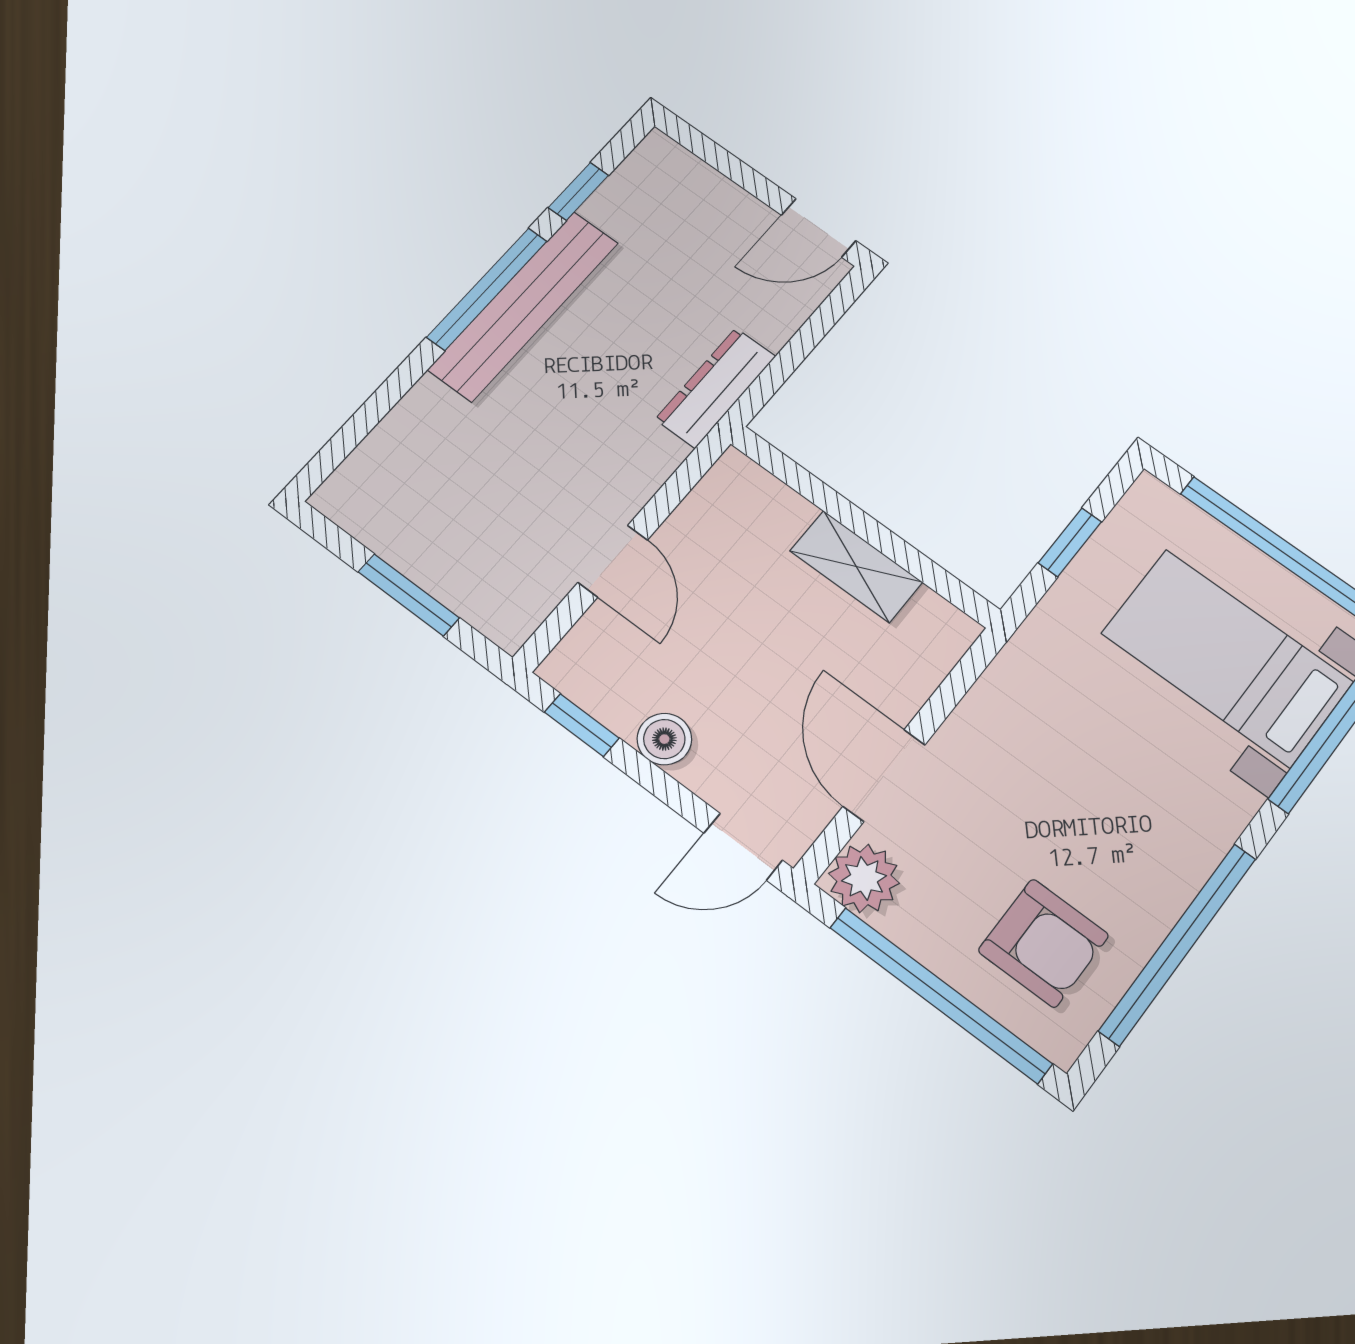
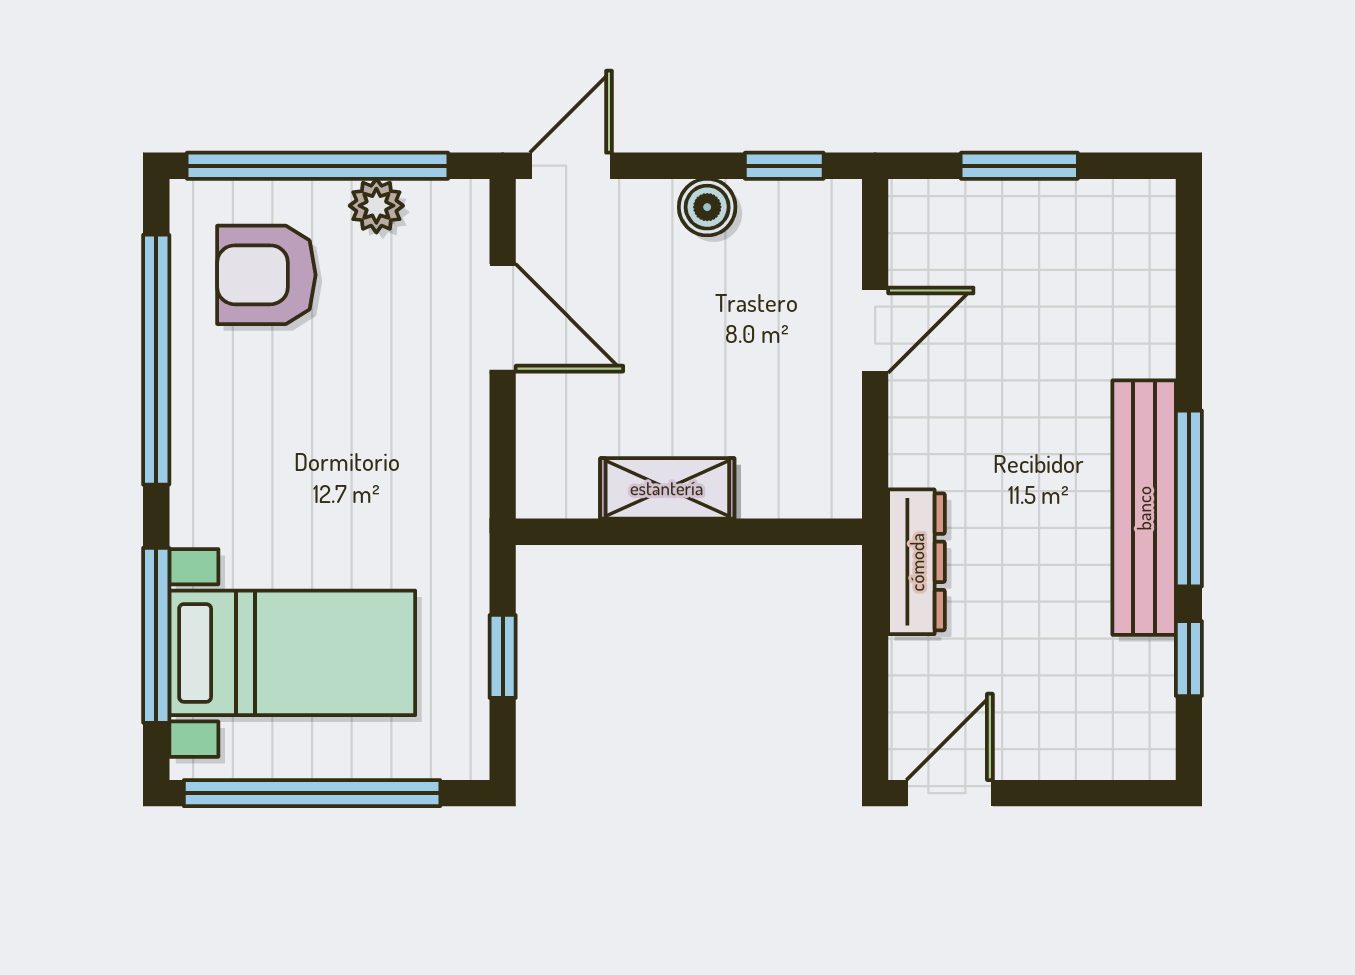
door: (613, 561) -> (875, 330), swing flipped
plant: (864, 878) -> (376, 206), moved, width x0.73, depth x0.73

